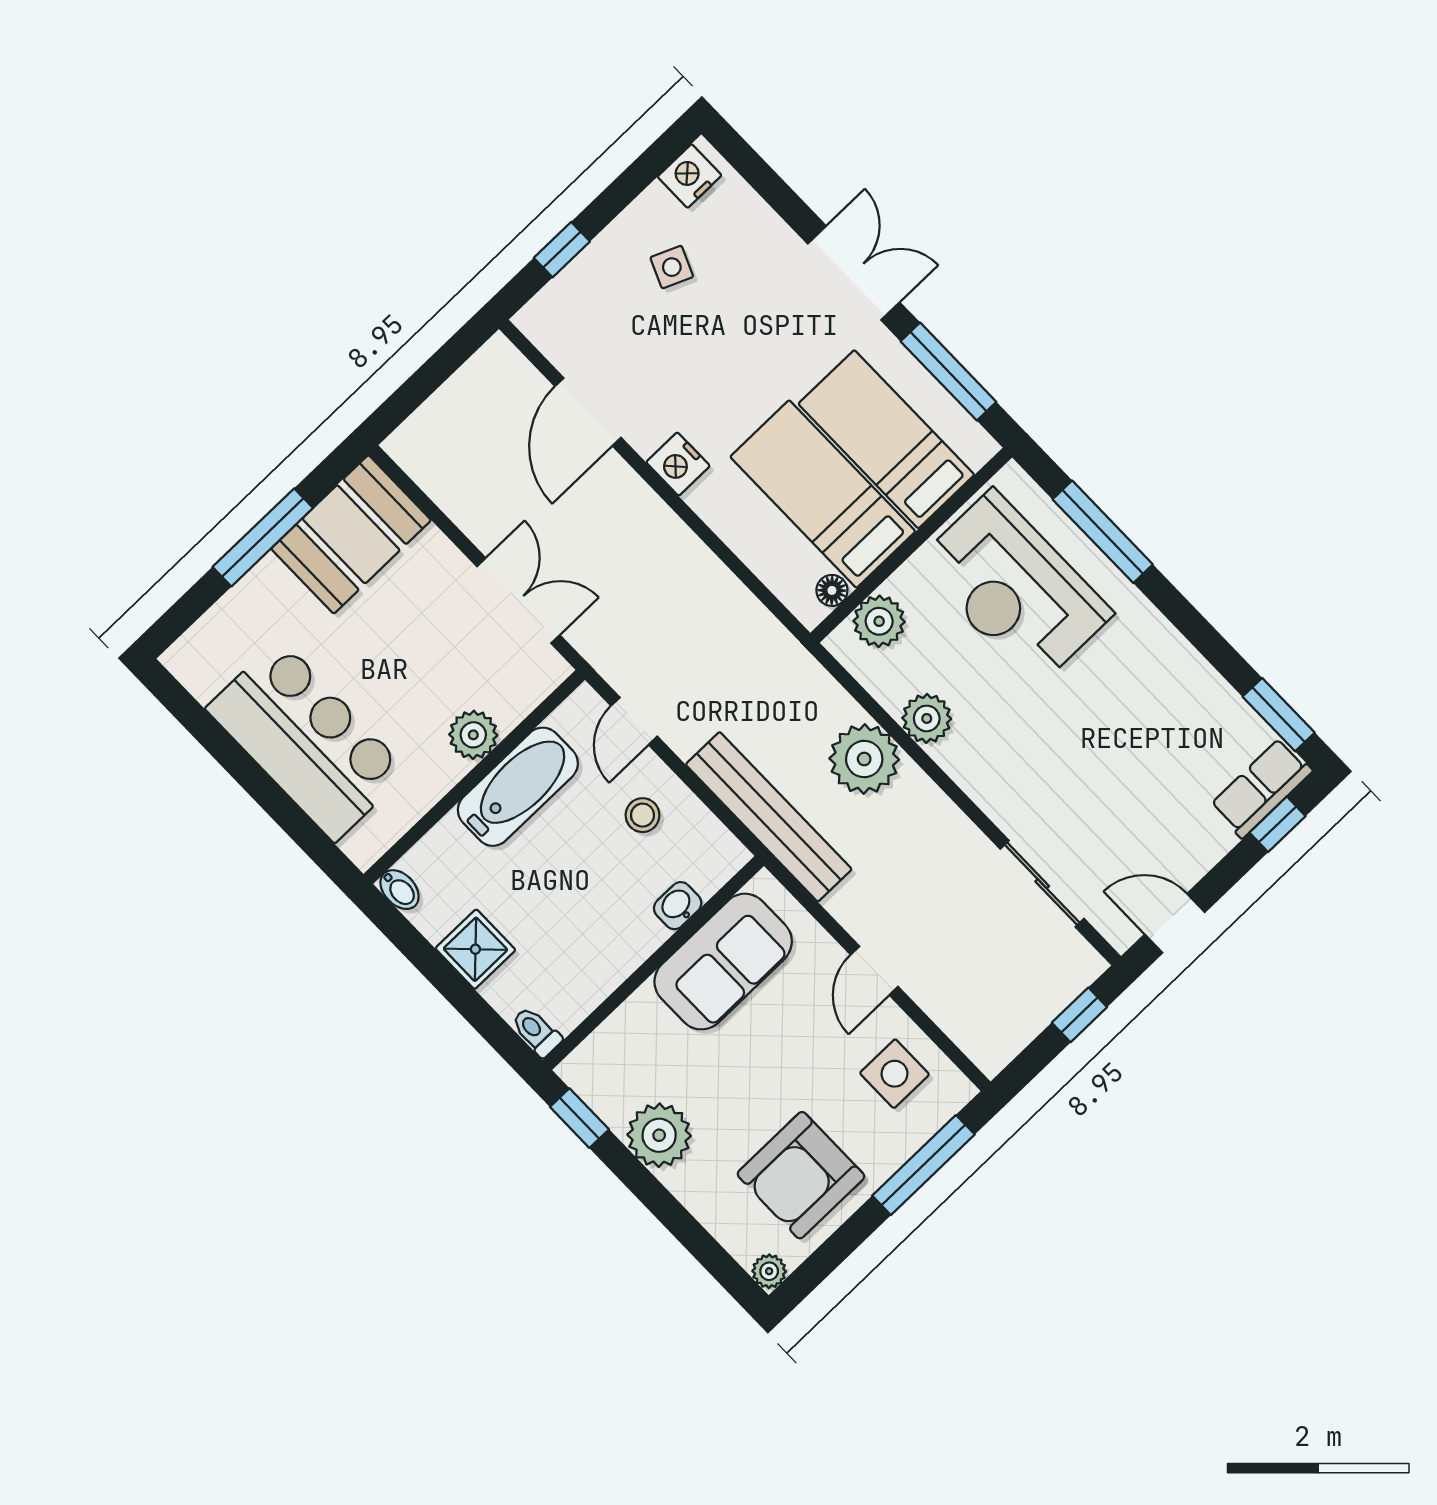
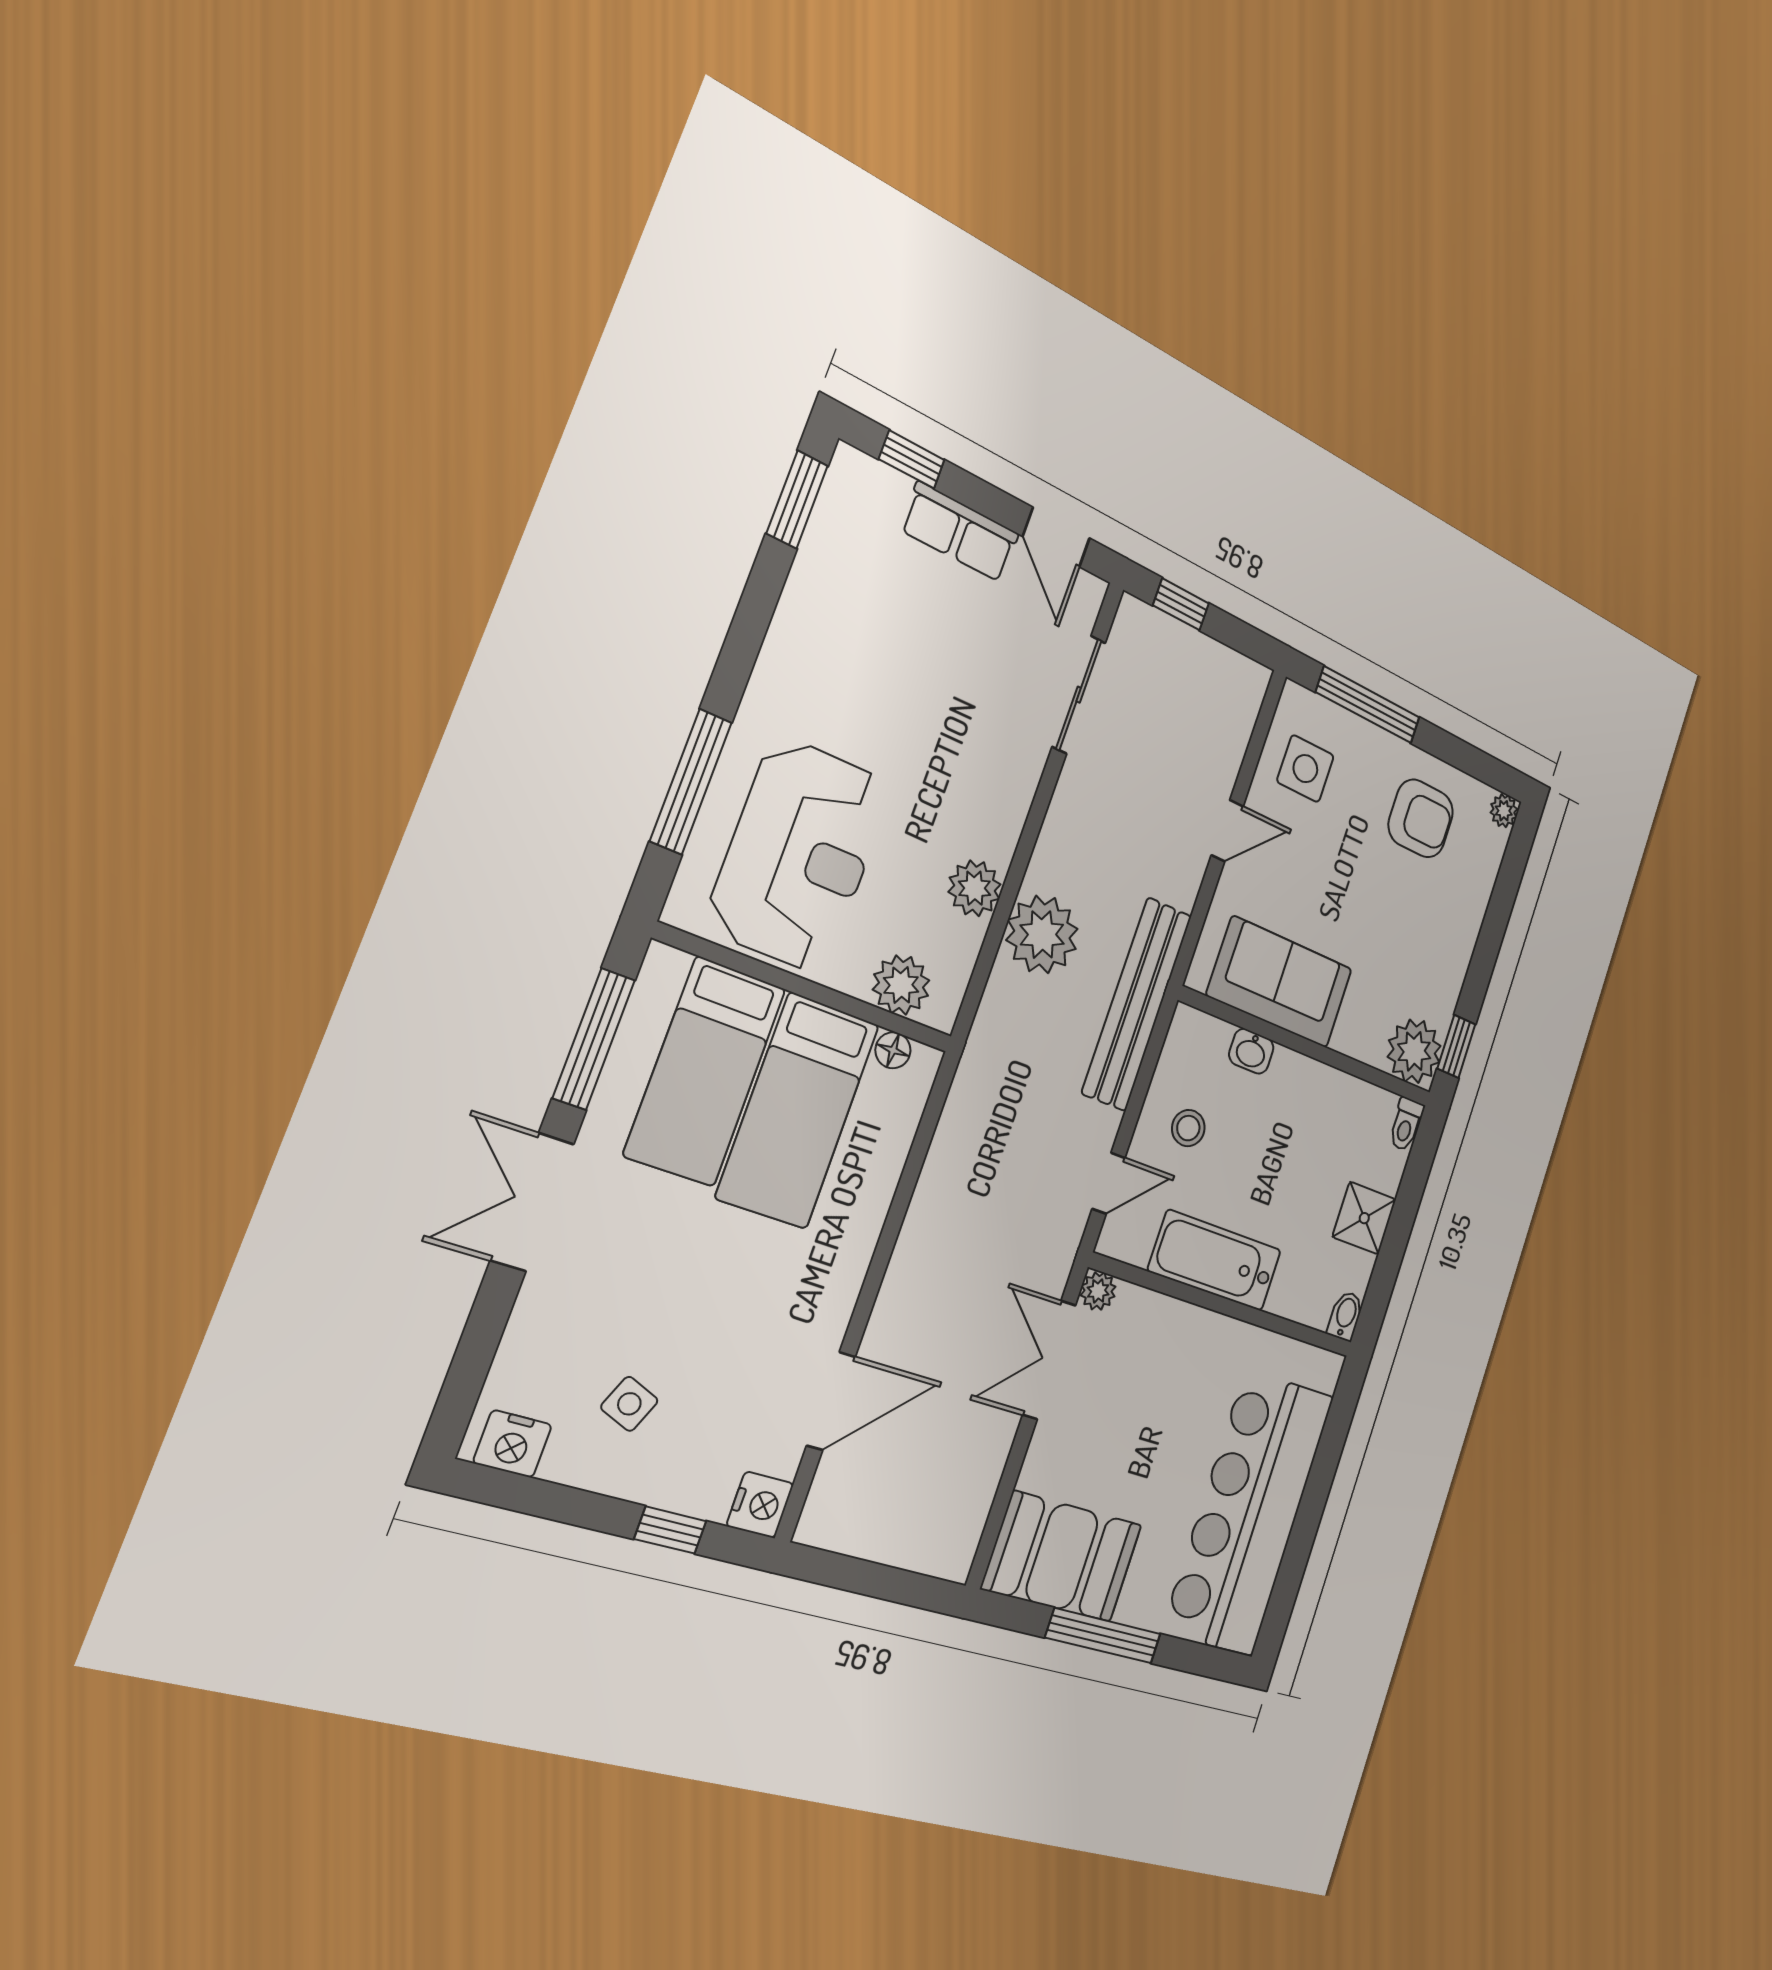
nightstand: (678, 464) -> (760, 1505), moved
plant: (473, 735) -> (1098, 1291), moved, width x0.73, depth x0.73
bar counter: (307, 740) -> (1249, 1513), width x1.36
row of seats: (1261, 788) -> (960, 532), moved
plant: (659, 1135) -> (1414, 1051), moved
armchair: (801, 1175) -> (1421, 818), width x0.73, depth x0.73

